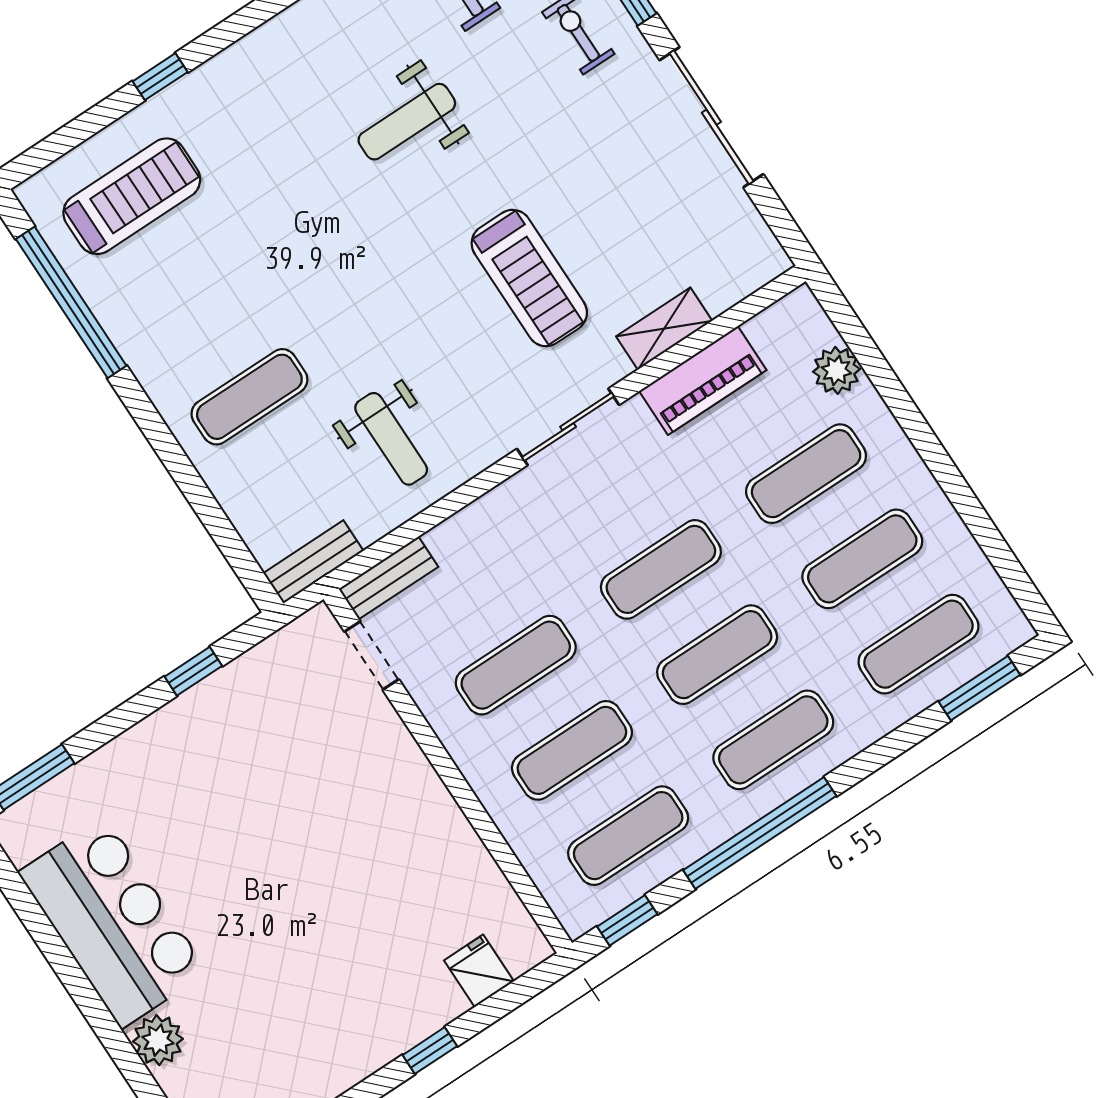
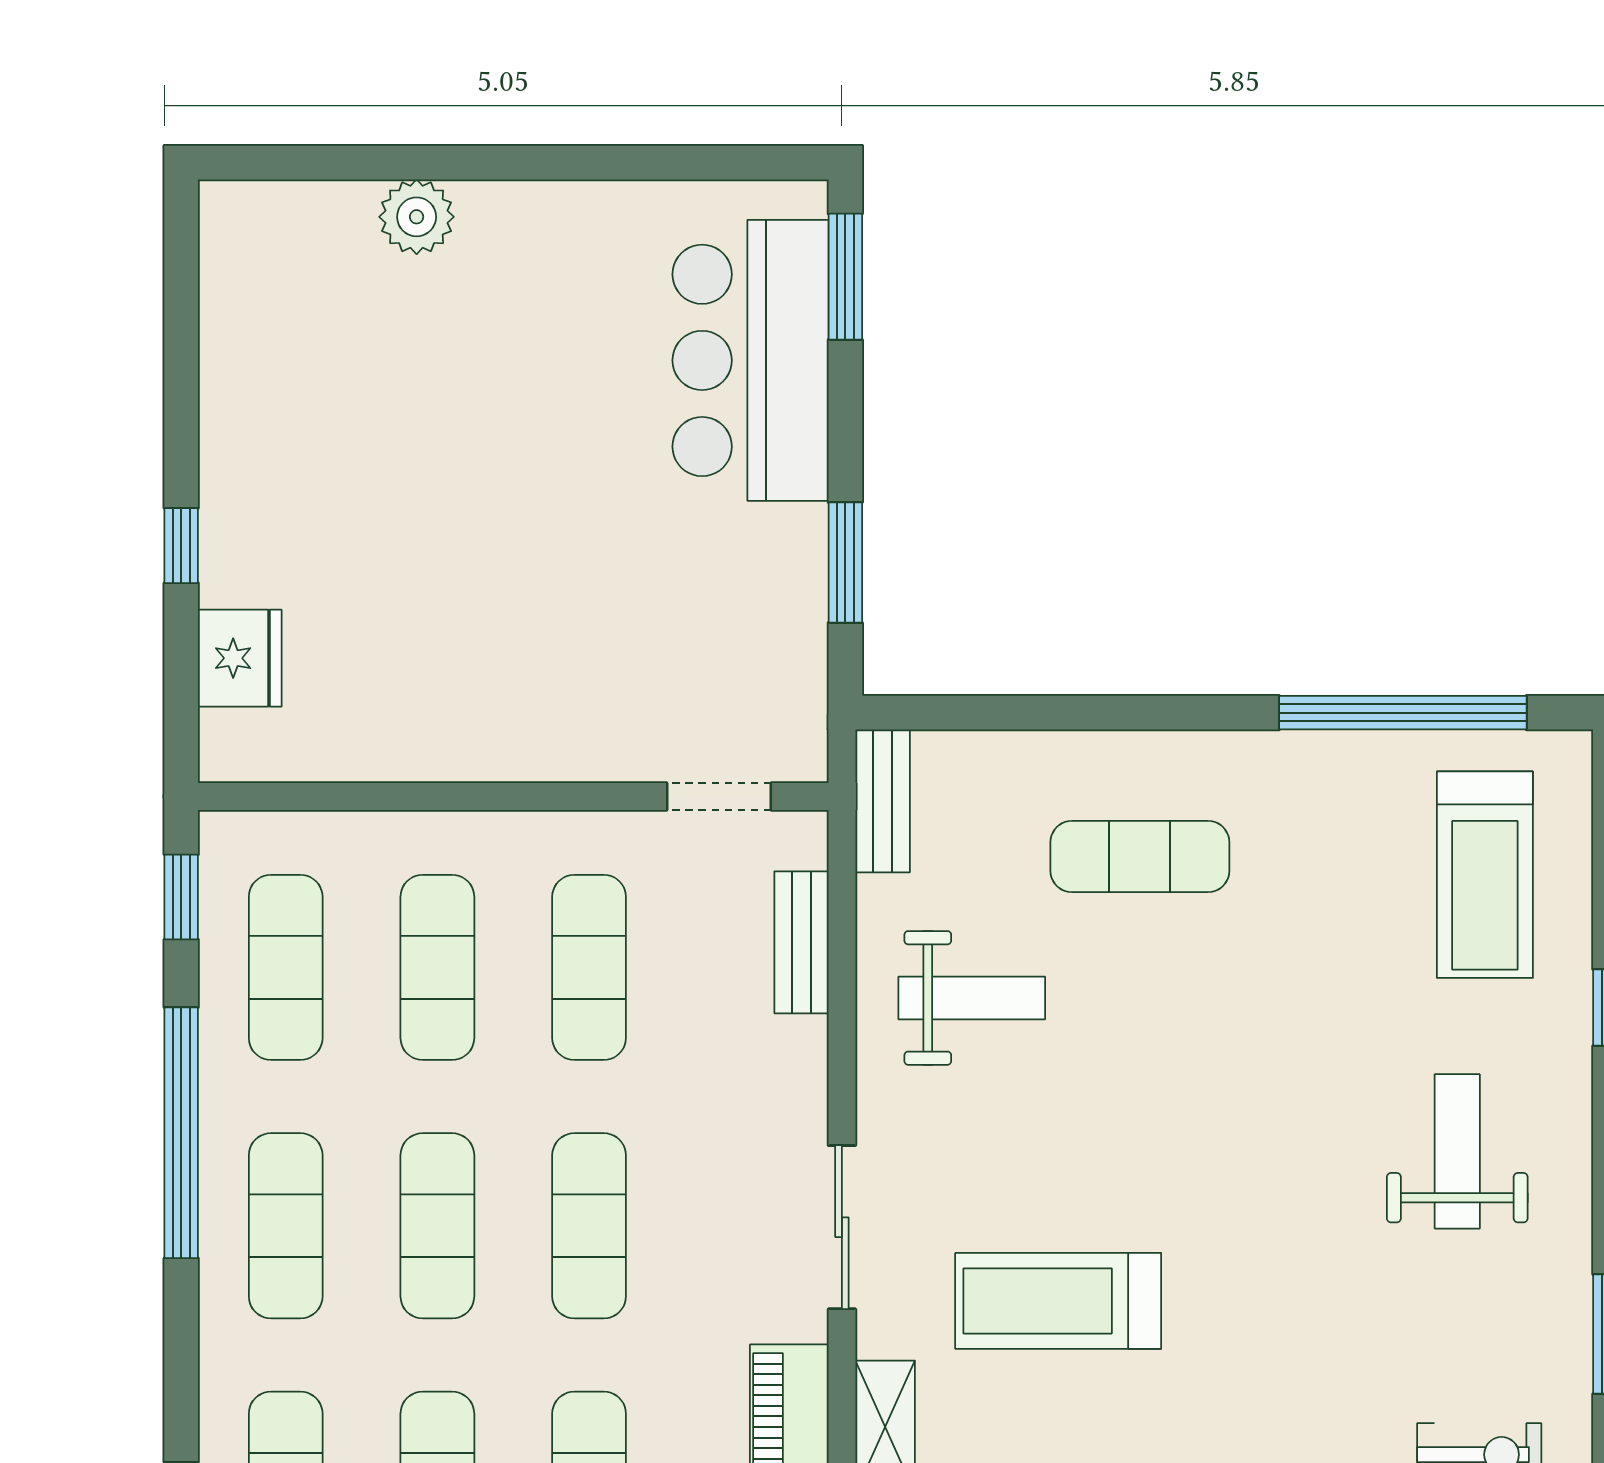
weight bench: (407, 122) -> (1457, 1151), moved
exercise mat: (249, 397) -> (1140, 857), turned 90
weight bench: (391, 439) -> (972, 998), turned 180
bench: (388, 578) -> (801, 942), moved
window: (193, 671) -> (845, 562), width x1.50
bar counter: (113, 922) -> (750, 360), moved, turned 90
fridge: (479, 971) -> (240, 658), width x1.38

